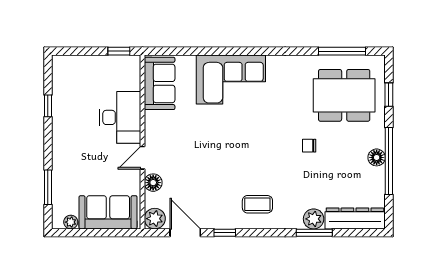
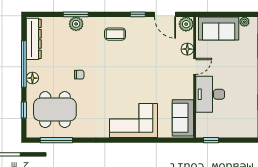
floor lamp: (377, 157) -> (32, 78), moved
dresser: (355, 218) -> (34, 39), moved, turned -90

